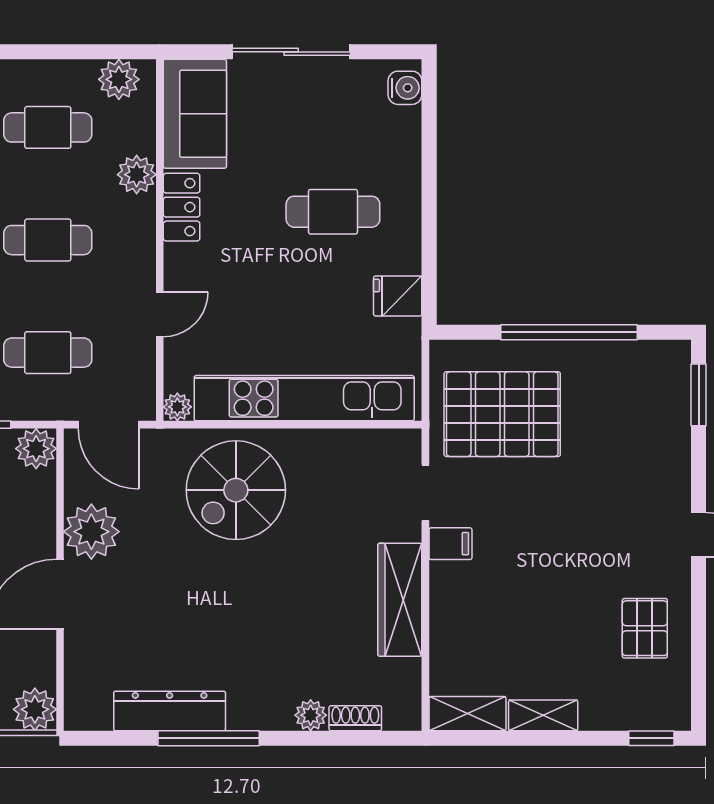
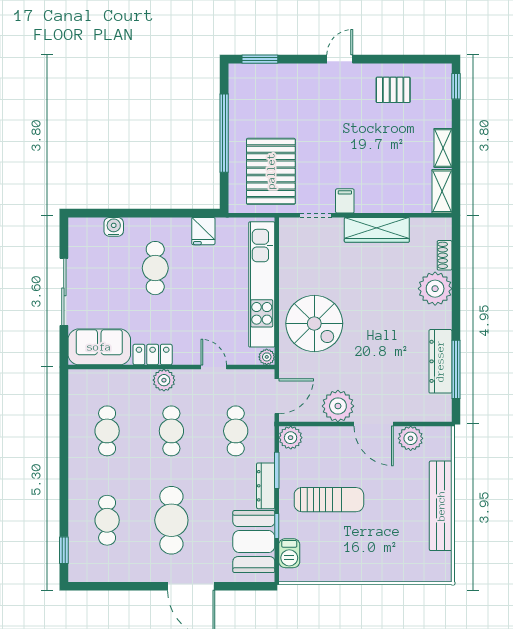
plant: (119, 79) -> (80, 390), removed
water cooler: (405, 88) -> (114, 227), moved
plant: (137, 175) -> (164, 380), moved
plant: (35, 709) -> (411, 438), moved
plant: (311, 715) -> (435, 289), width x1.87, depth x1.87
window: (209, 738) -> (456, 369), moved

